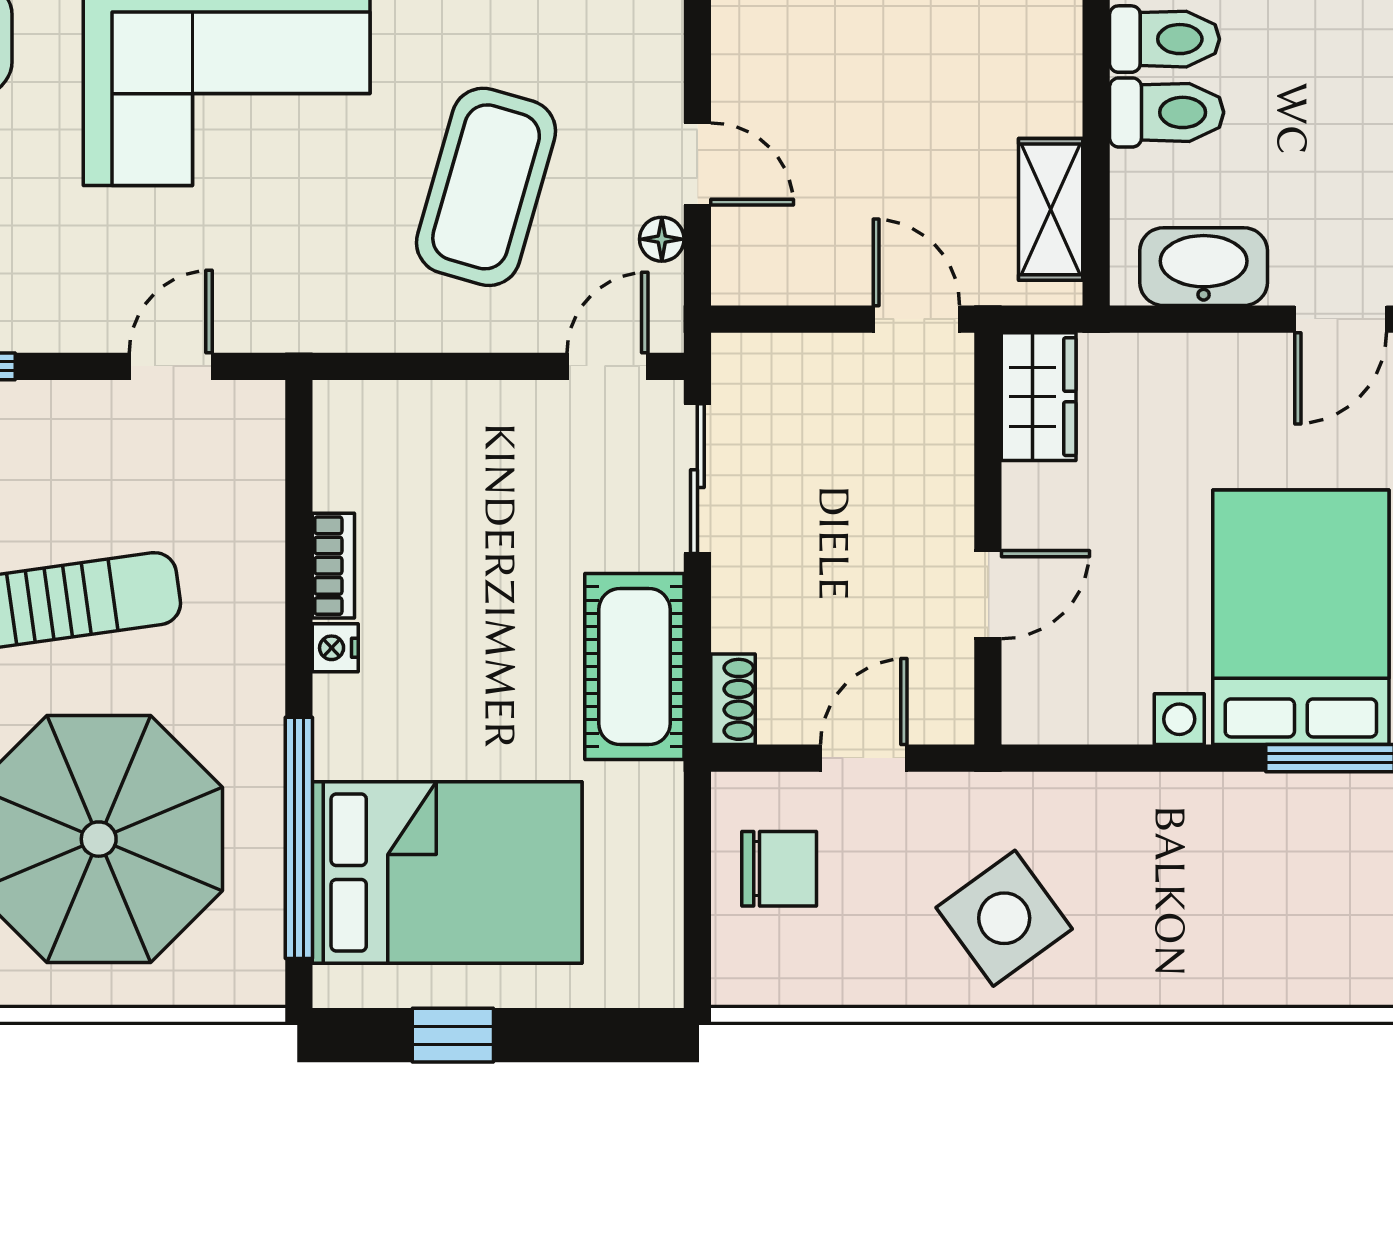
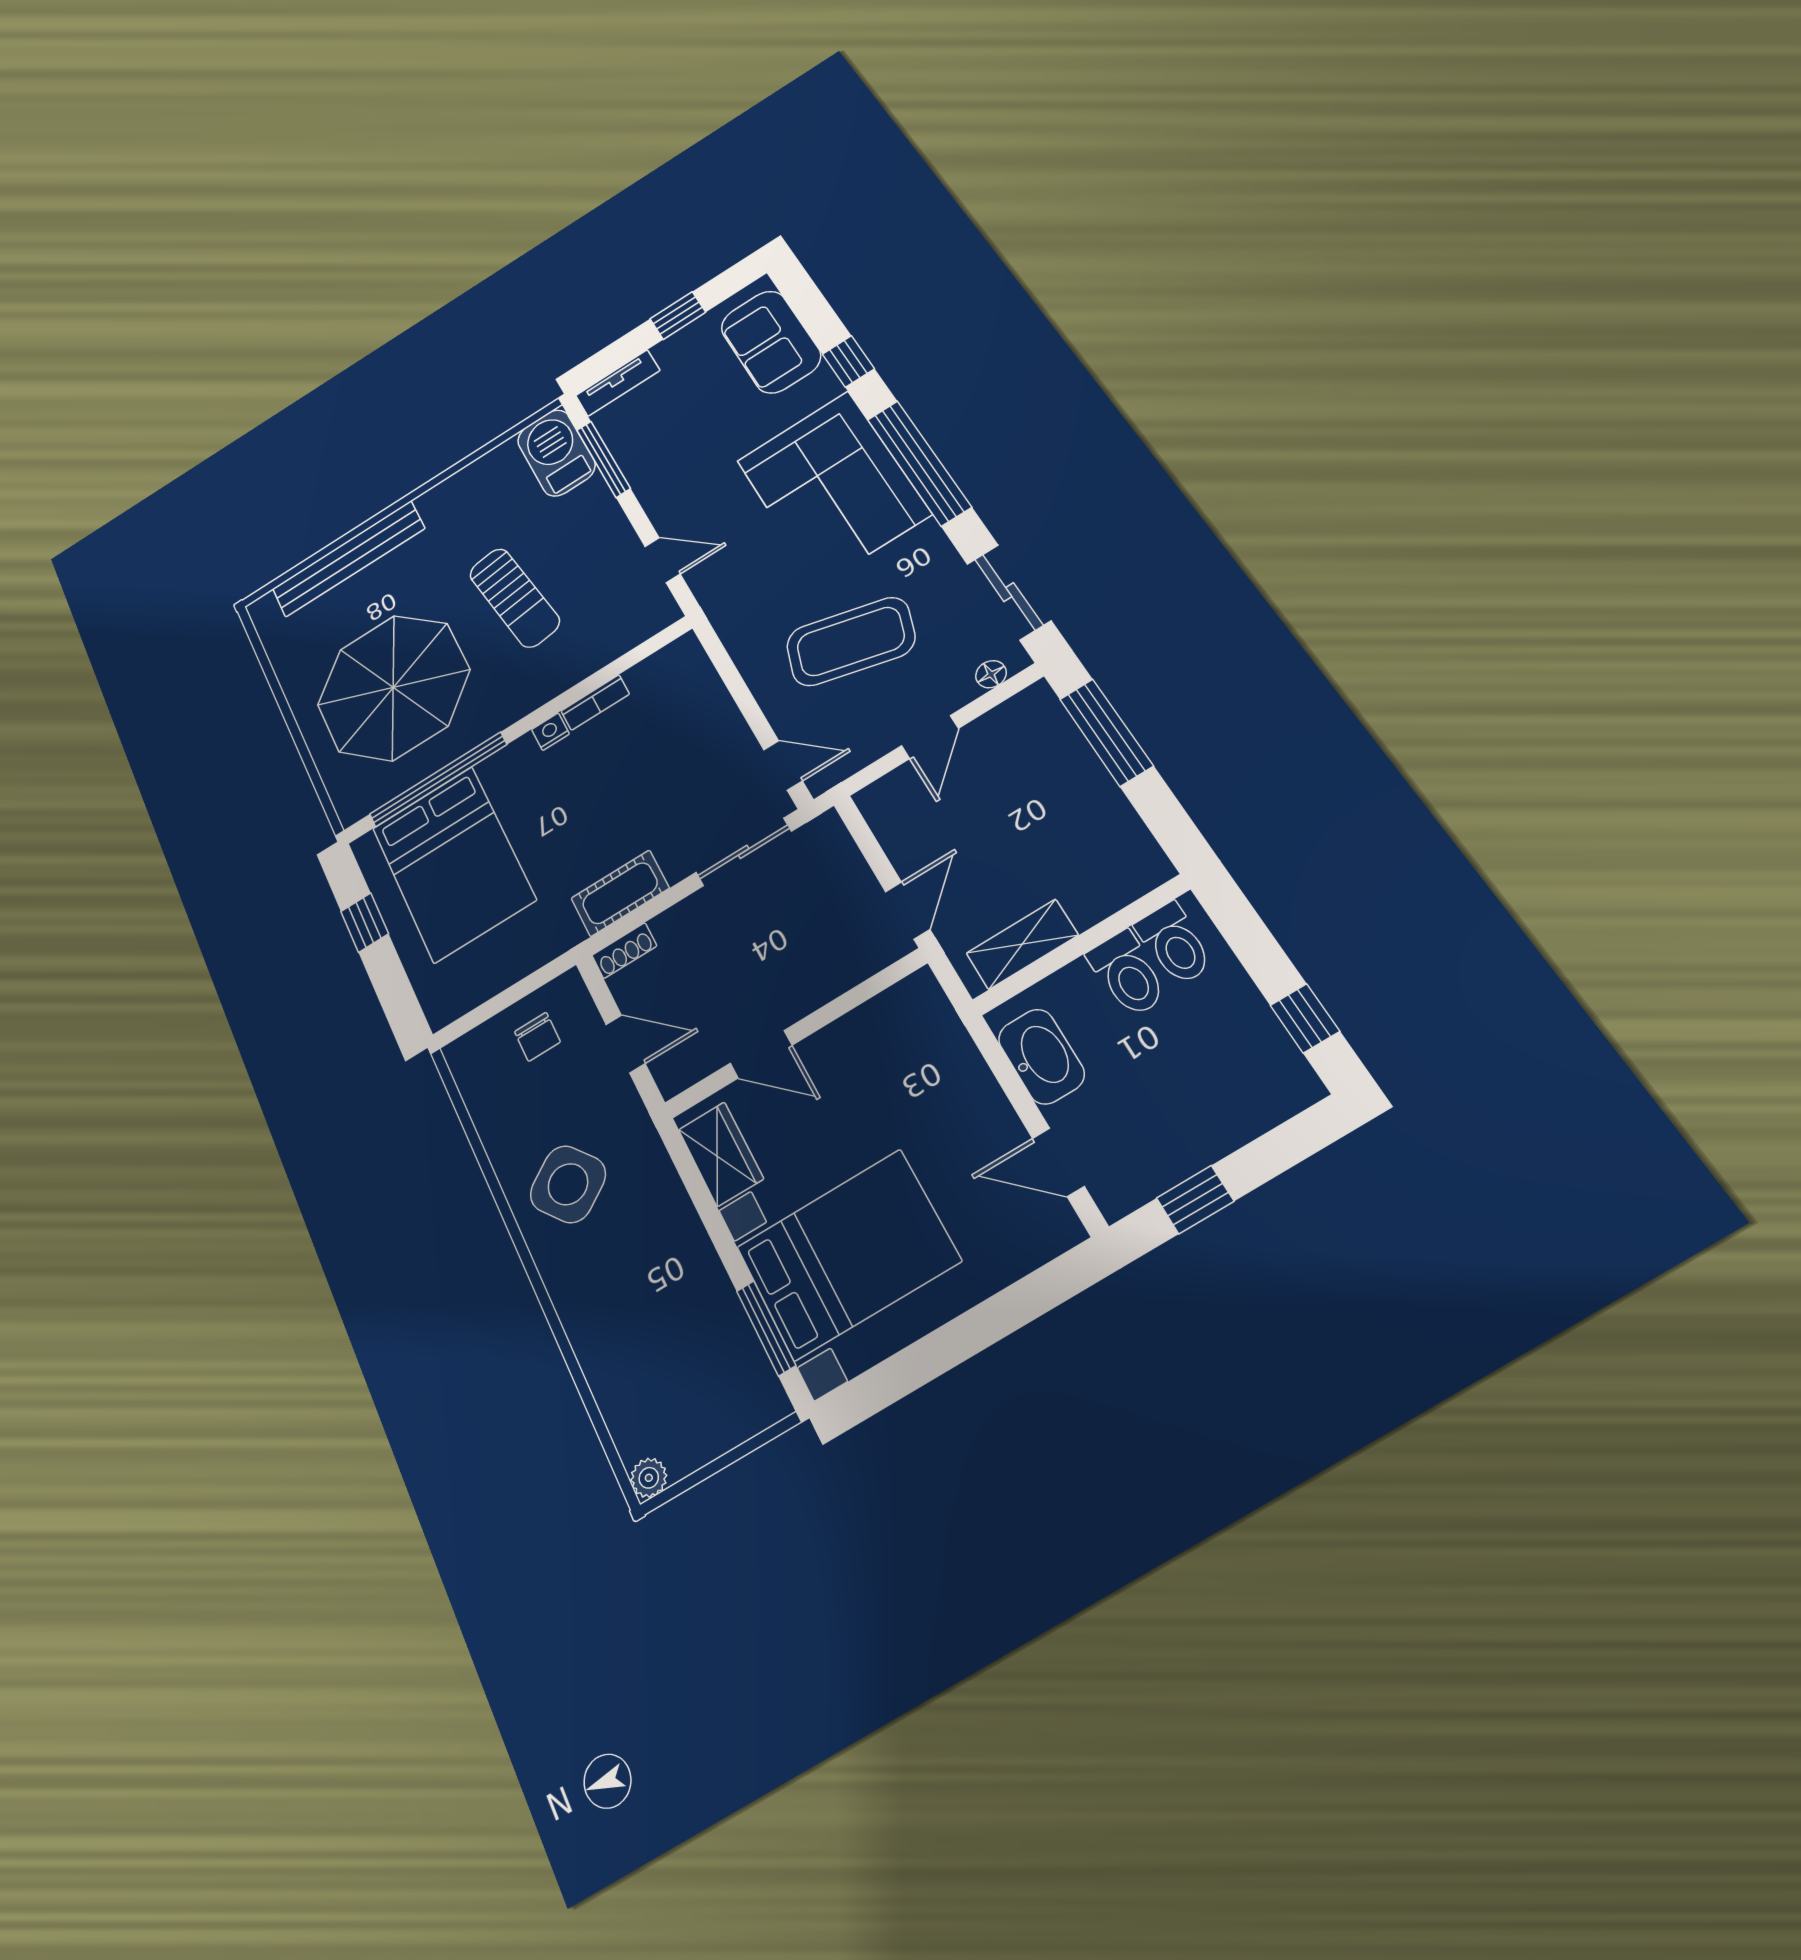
floor lamp: (662, 239) -> (991, 674), moved
wardrobe: (1039, 397) -> (721, 1154), moved, turned -90
cot: (634, 667) -> (620, 893), width x0.73, depth x0.75
chair: (779, 869) -> (537, 1037), width x0.73, depth x0.73

